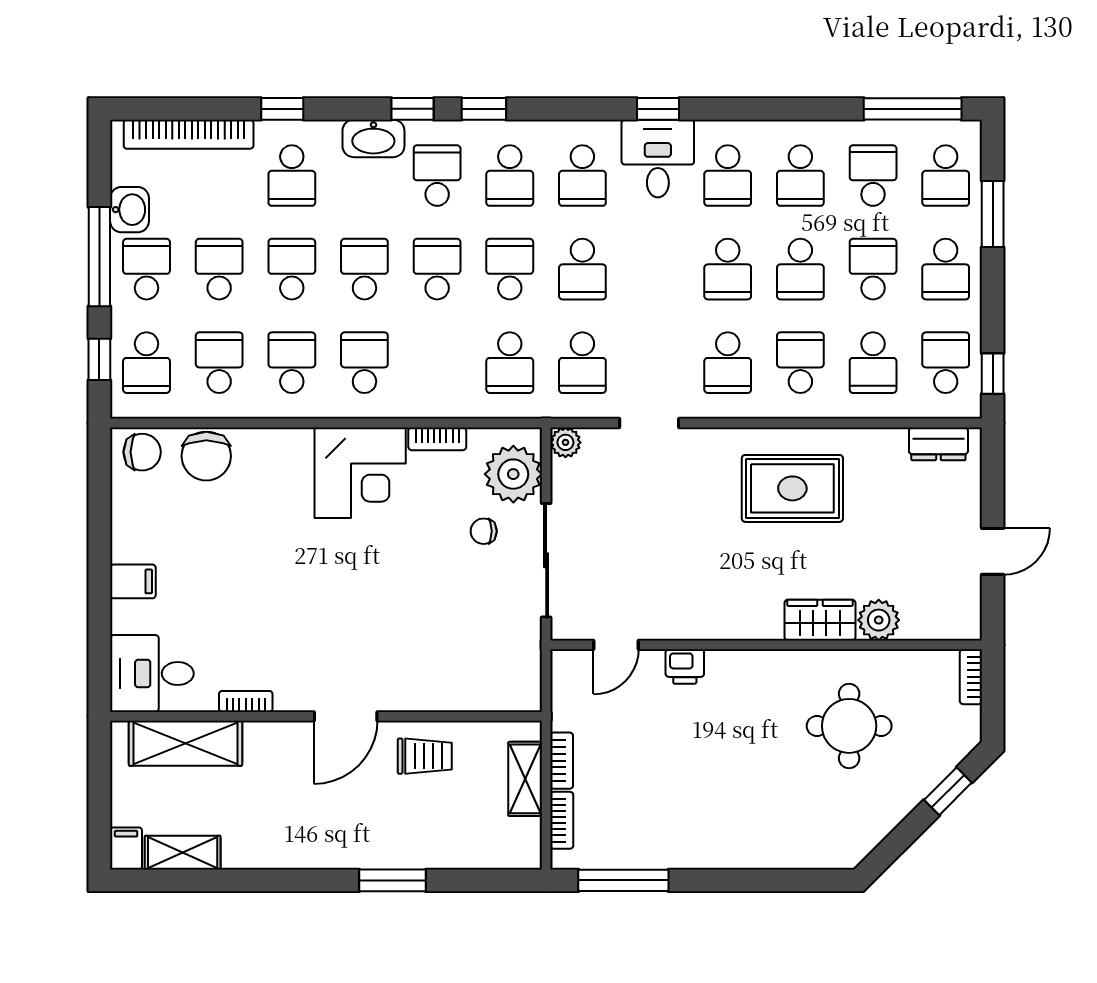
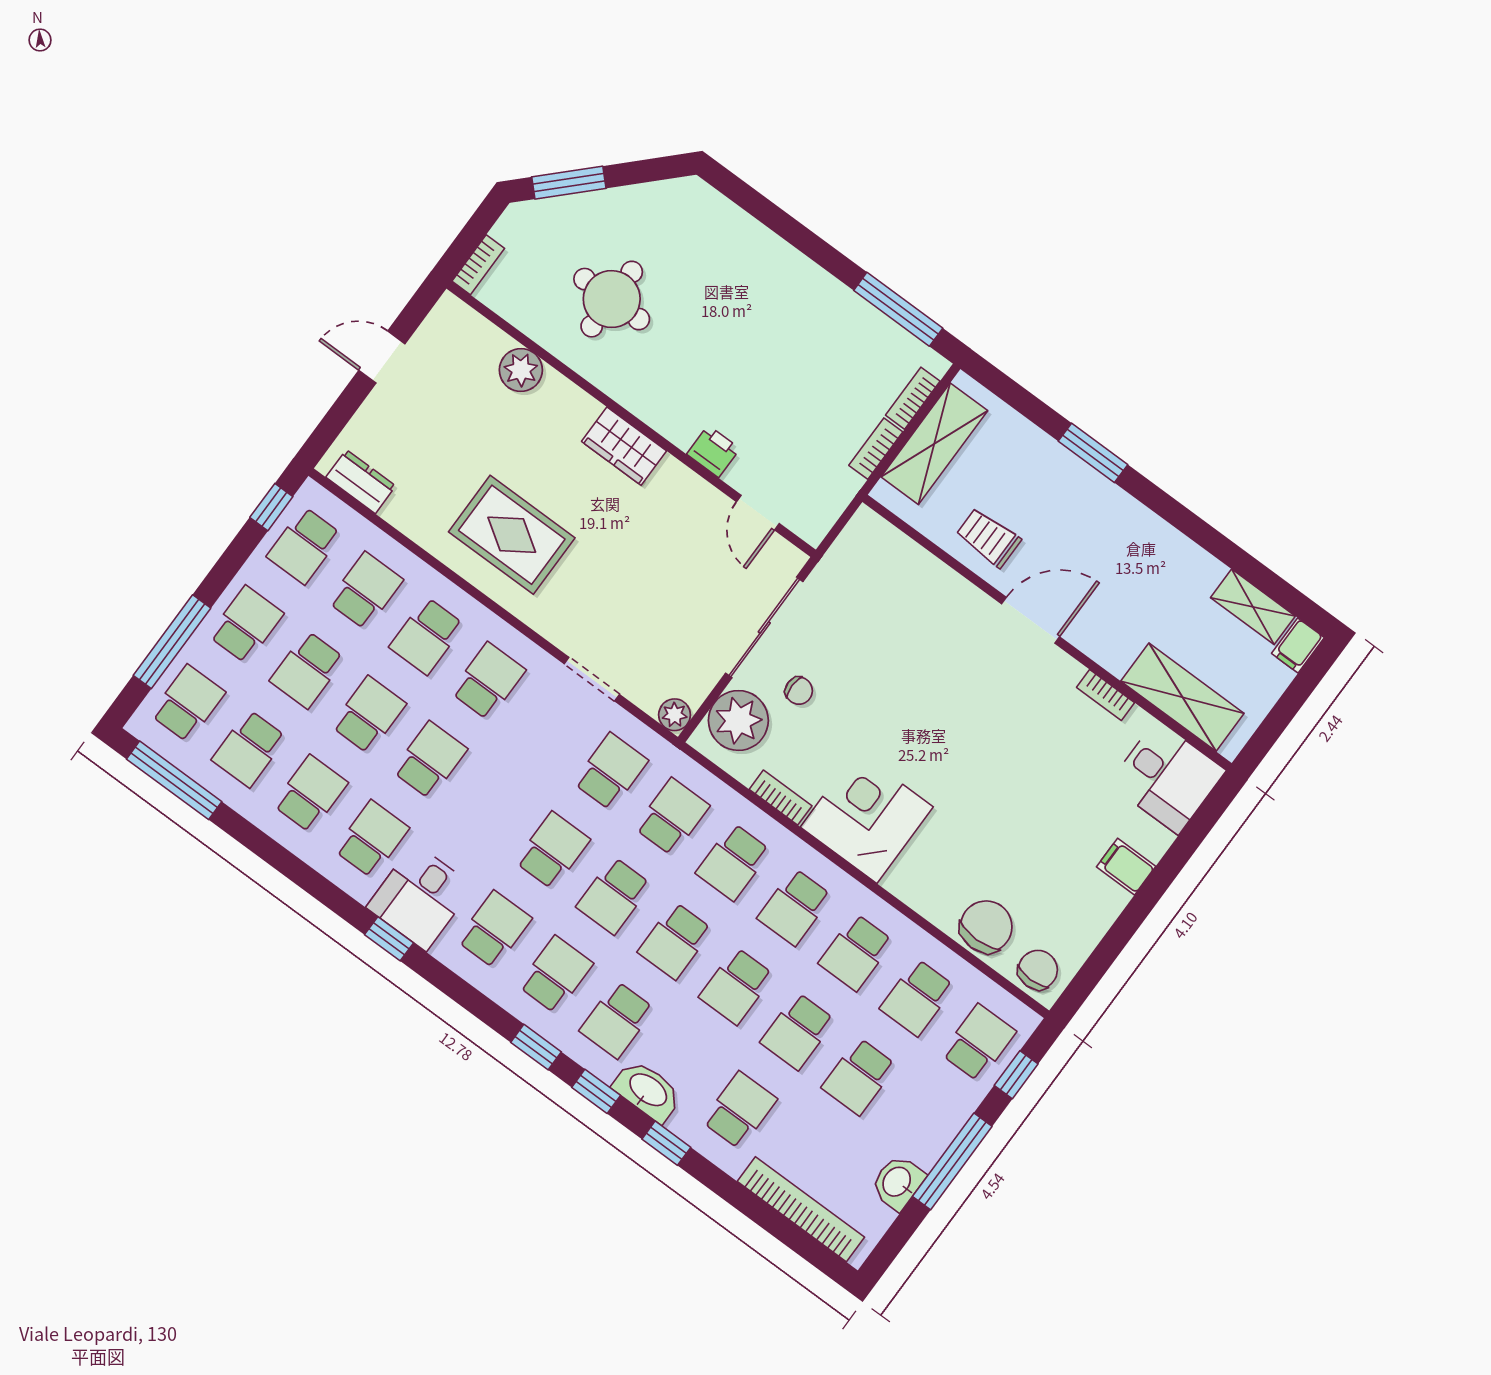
window: (282, 109) -> (666, 1143), moved
window: (993, 214) -> (172, 642), width x1.44
school desk: (146, 269) -> (733, 862), moved
chair: (142, 452) -> (1038, 970), turned 90
wardrobe: (820, 620) -> (624, 446), moved
door: (616, 645) -> (758, 513), swing flipped
shelving: (525, 779) -> (934, 444), width x1.50, depth x1.33
window: (948, 791) -> (569, 183), width x1.50

